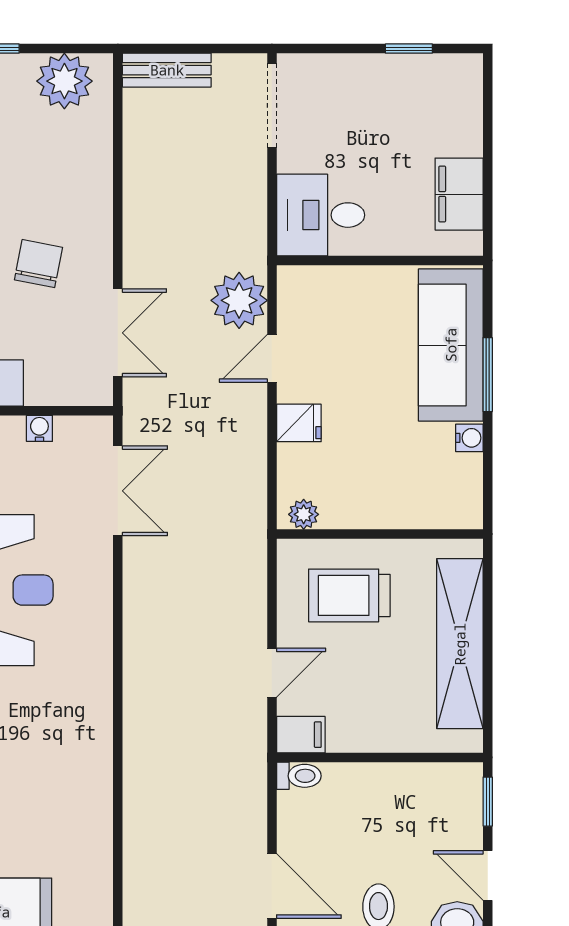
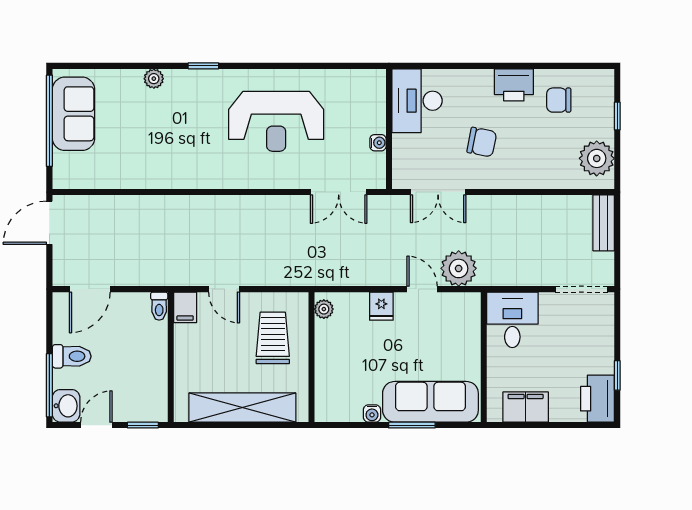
printer: (446, 80) -> (597, 399), added

